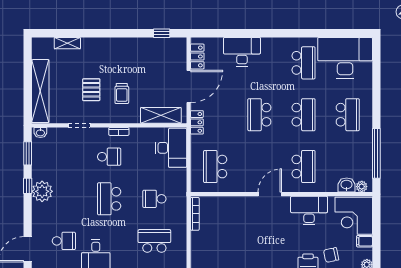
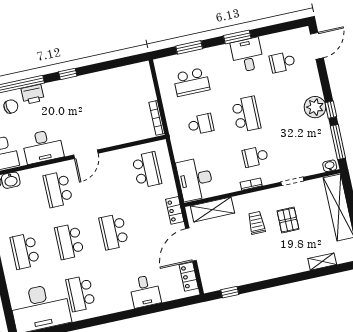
desk: (242, 52) -> (145, 291), width x0.73
school desk: (259, 115) -> (114, 232), turned 180
window: (28, 153) -> (338, 142), width x1.44

